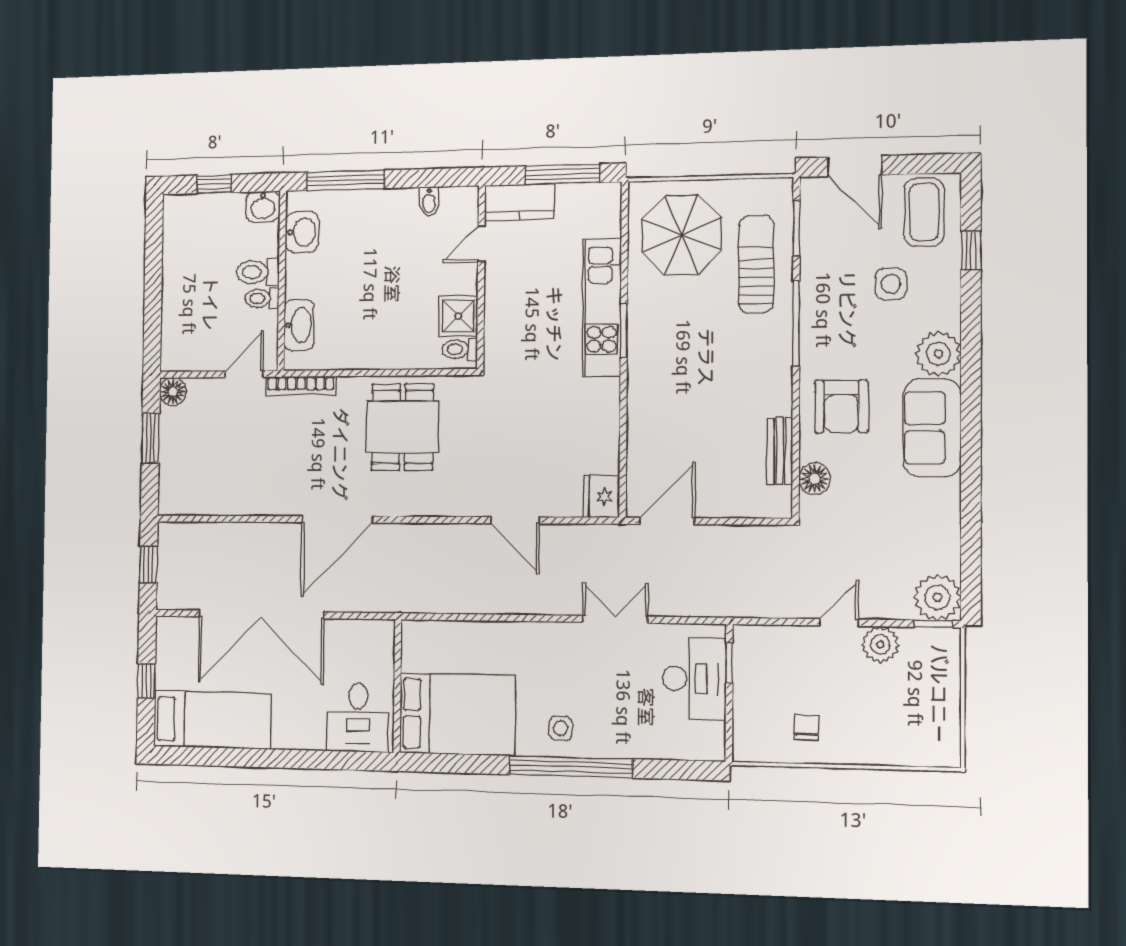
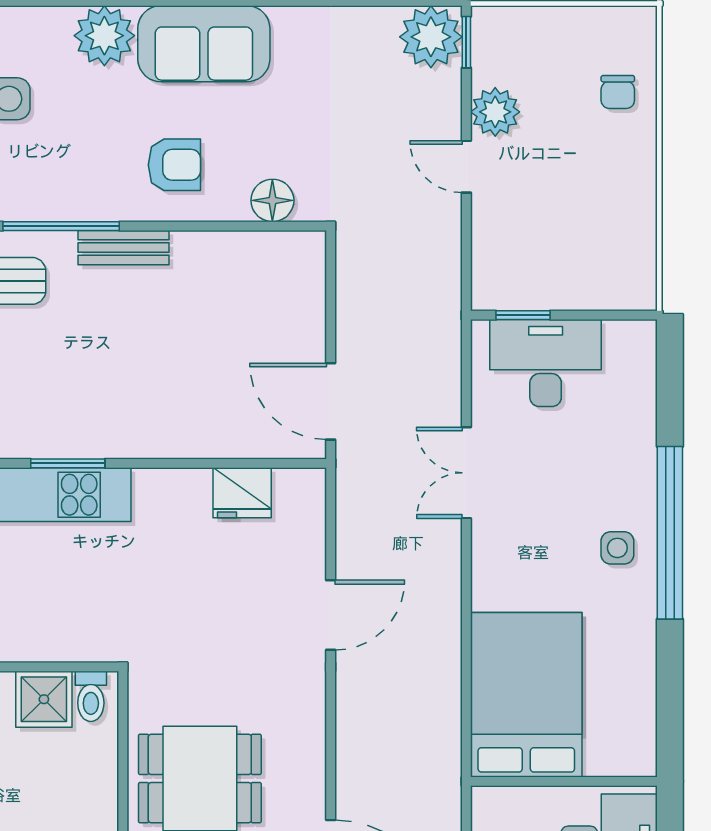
armchair: (841, 406) -> (174, 165), width x0.72, depth x0.72
bench: (780, 451) -> (123, 248), moved
fridge: (602, 497) -> (242, 493), moved
bed: (457, 714) -> (526, 695), moved
chair: (806, 727) -> (618, 92), moved, turned -91

